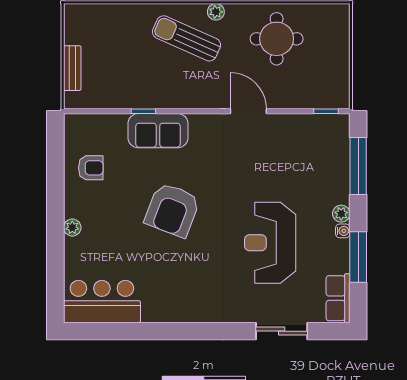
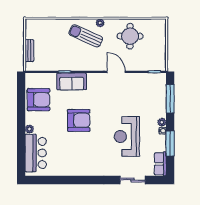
armchair: (91, 168) -> (39, 100), width x1.88, depth x1.88
armchair: (172, 210) -> (79, 120), turned -111
bar counter: (102, 302) -> (36, 153), moved, turned 90

